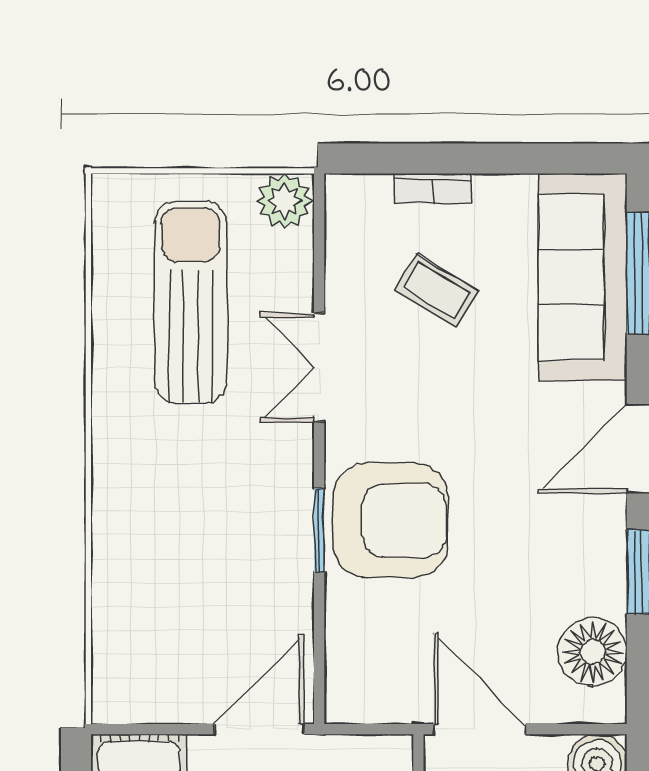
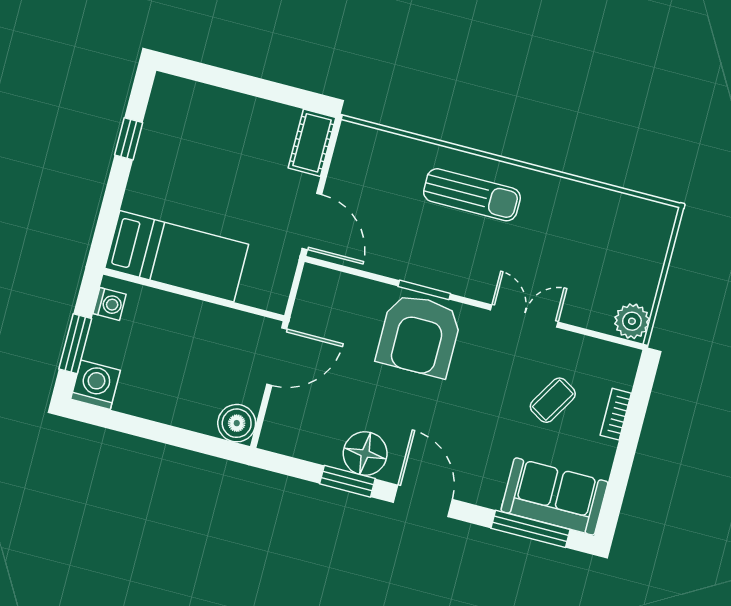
sofa: (583, 277) -> (554, 496), width x0.73
sun lounger: (191, 302) -> (472, 195), moved, width x0.73, depth x0.75
floor lamp: (592, 652) -> (365, 454), moved

